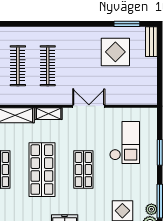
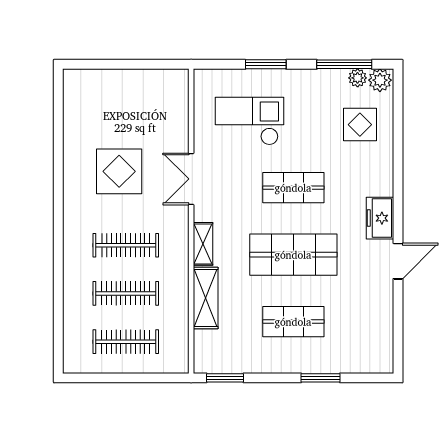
window: (127, 24) -> (58, 117), removed
bench: (151, 42) -> (87, 78), removed
display table: (115, 52) -> (119, 171), moved

